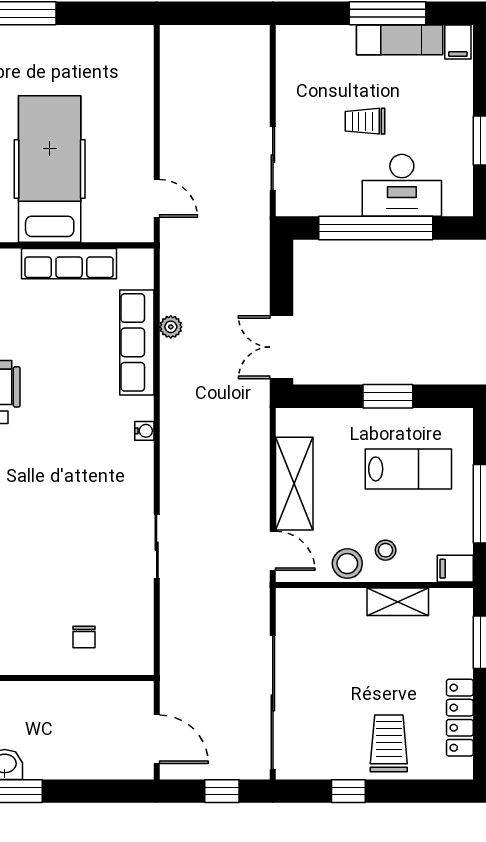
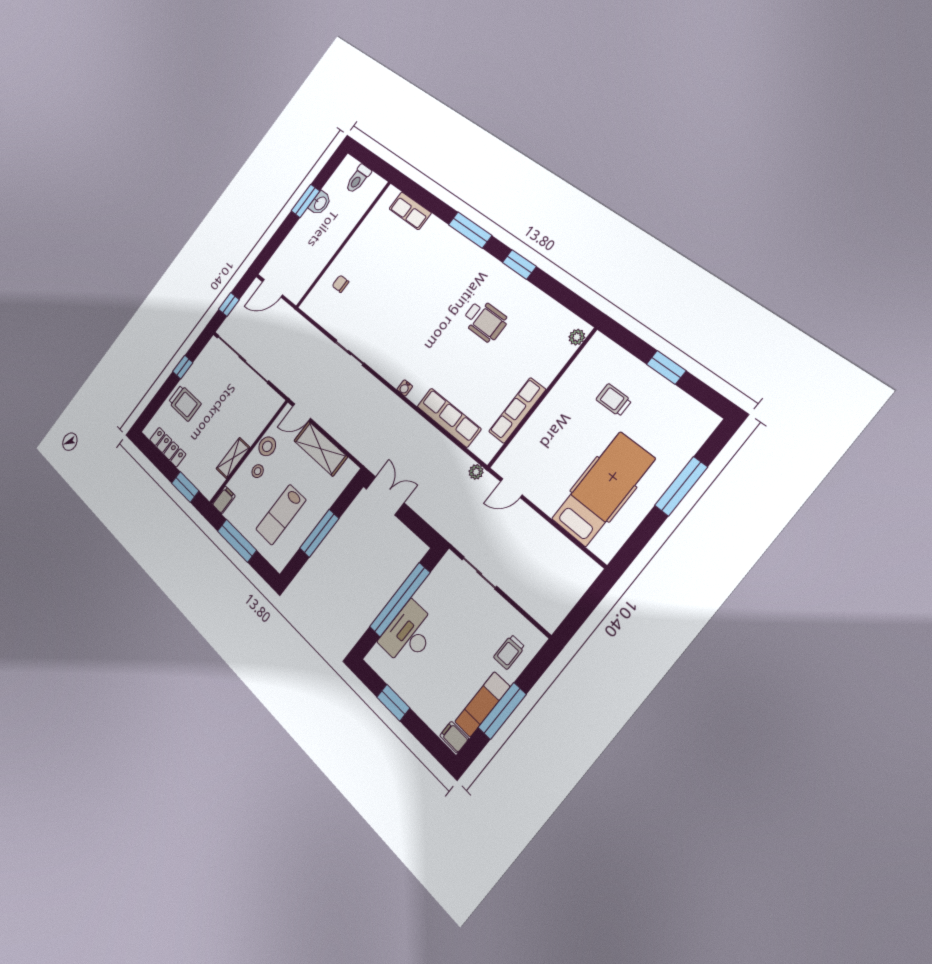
trolley: (365, 121) -> (509, 652), moved, turned 180
hospital bed: (50, 169) -> (603, 489), moved, turned -90
plant: (171, 327) -> (476, 472), moved
window: (388, 396) -> (319, 533), width x1.44

